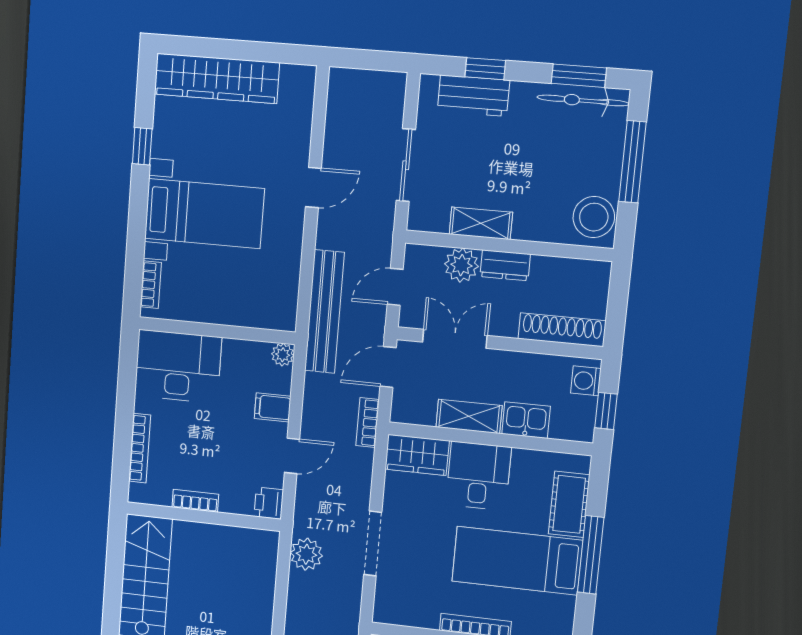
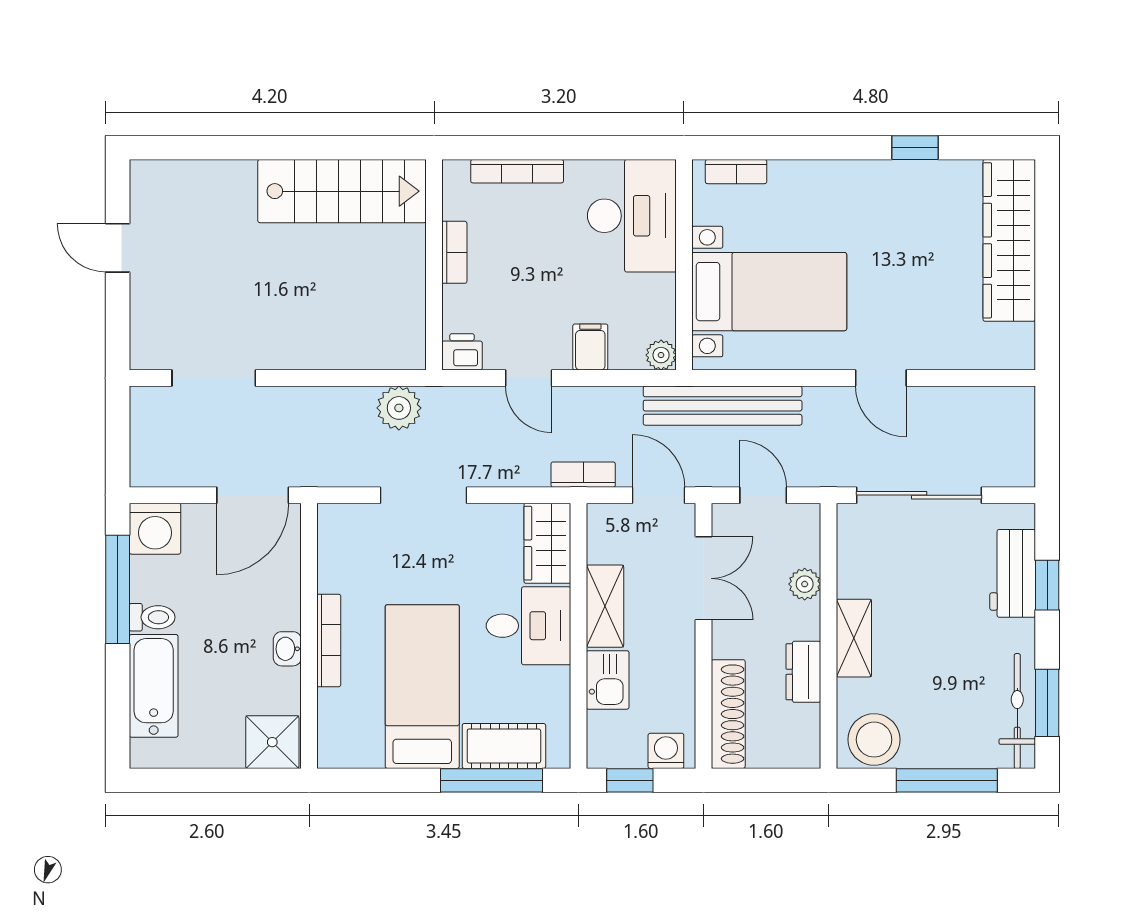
sliding door: (406, 165) -> (919, 495), width x1.37
bed with nightstands: (204, 214) -> (769, 292), moved, turned -90
shelving: (481, 223) -> (854, 638), moved
plant: (461, 265) -> (805, 584), width x0.73, depth x0.73
dresser: (505, 265) -> (803, 672), moved
window: (591, 555) -> (491, 780), moved

